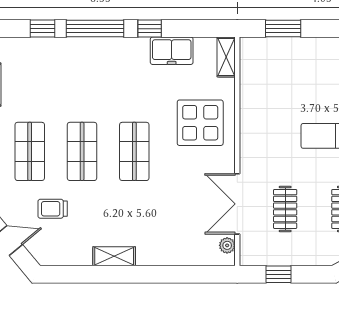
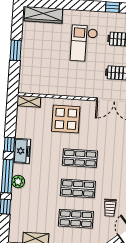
window: (283, 29) -> (16, 50), moved
plant: (87, 48) -> (18, 182), added
freezer: (172, 51) -> (22, 151), moved

